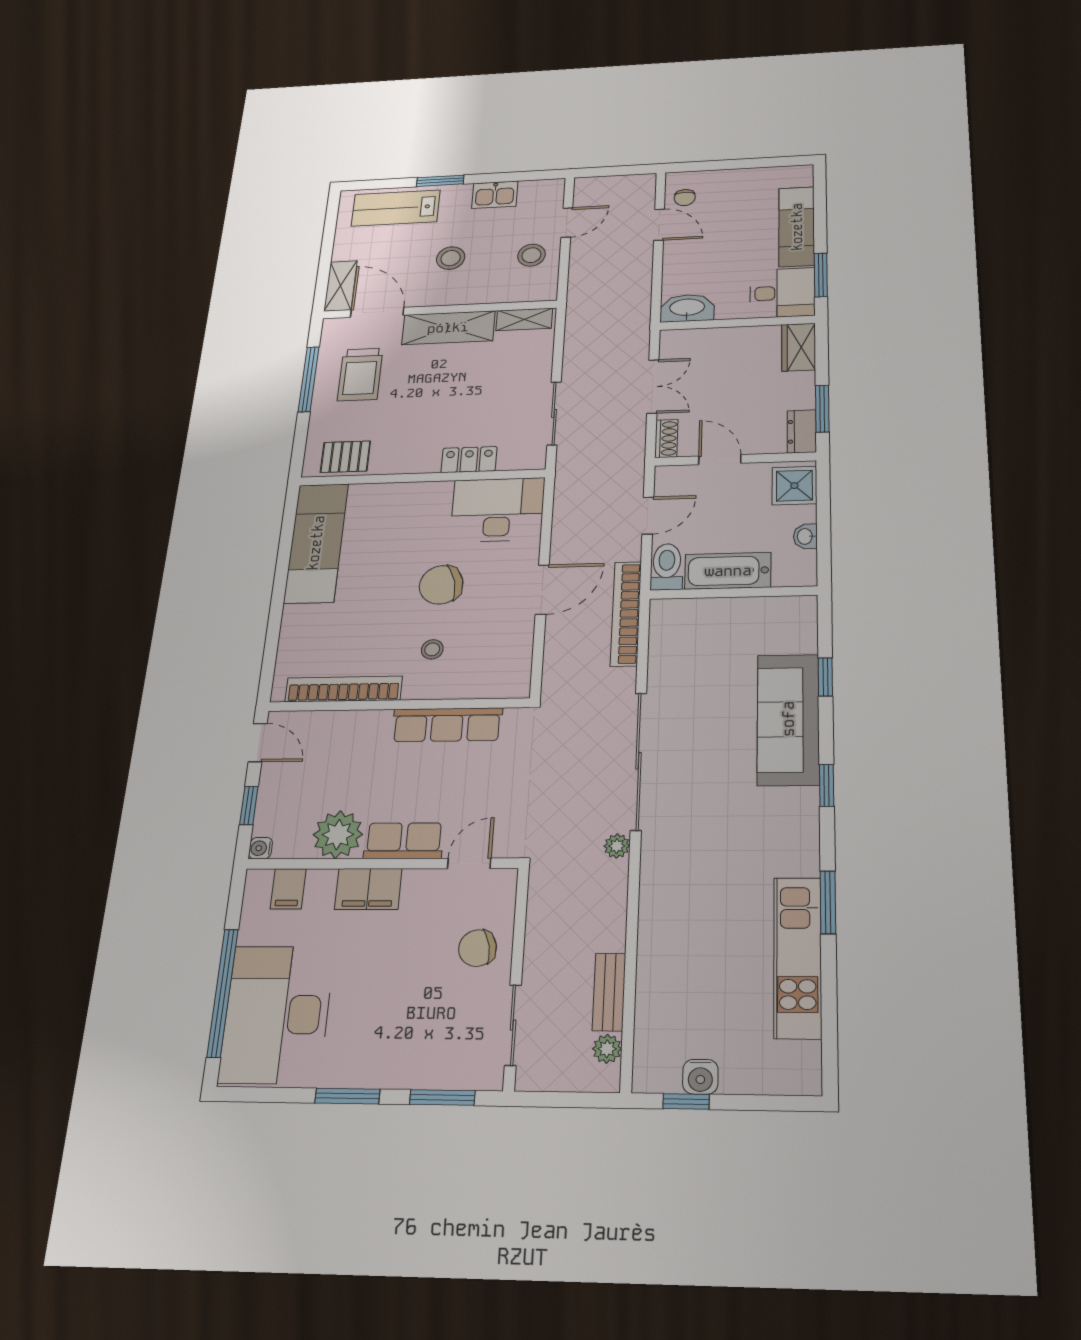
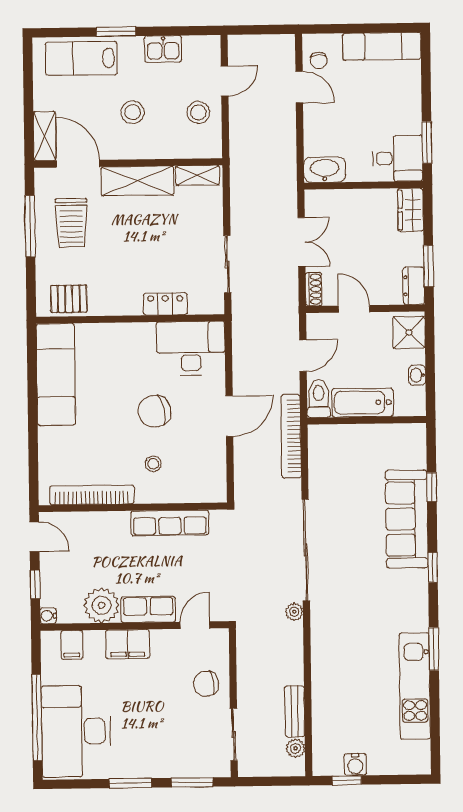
exam couch: (797, 227) -> (382, 46), moved, turned -90

